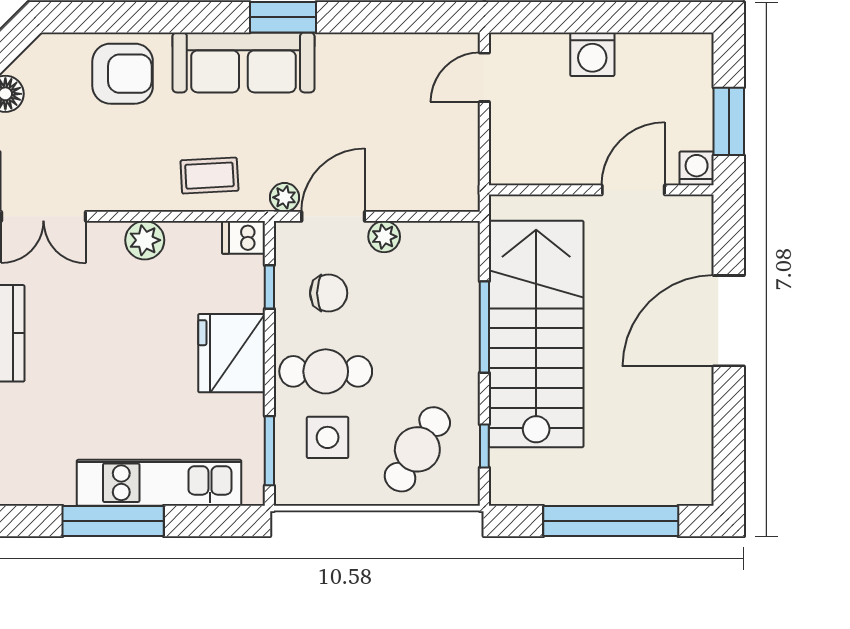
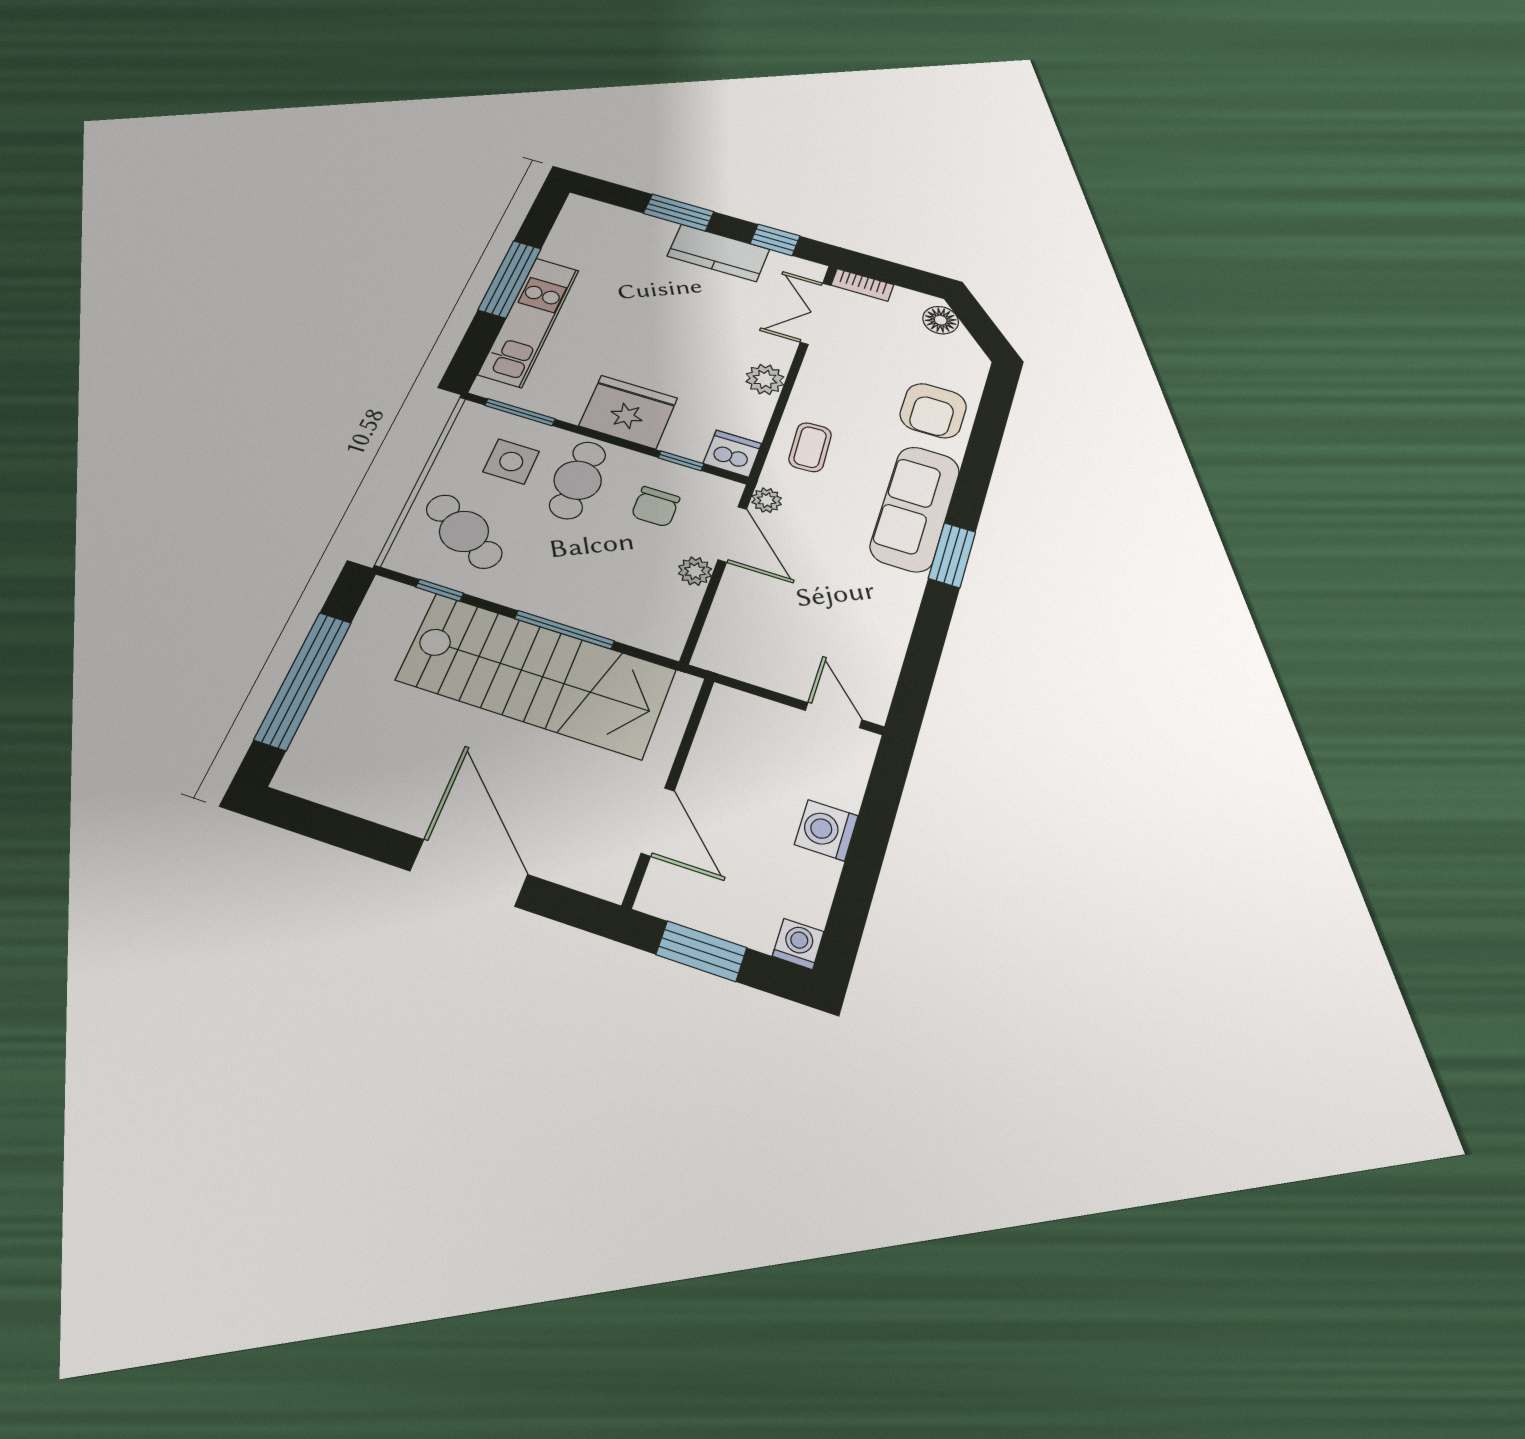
washing machine: (697, 168) -> (798, 944), moved, turned -90
dishwasher: (244, 237) -> (732, 453), width x1.38

